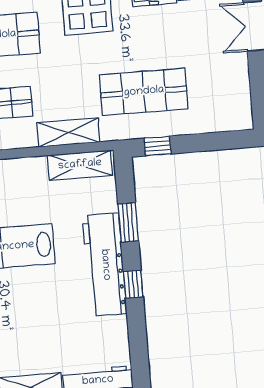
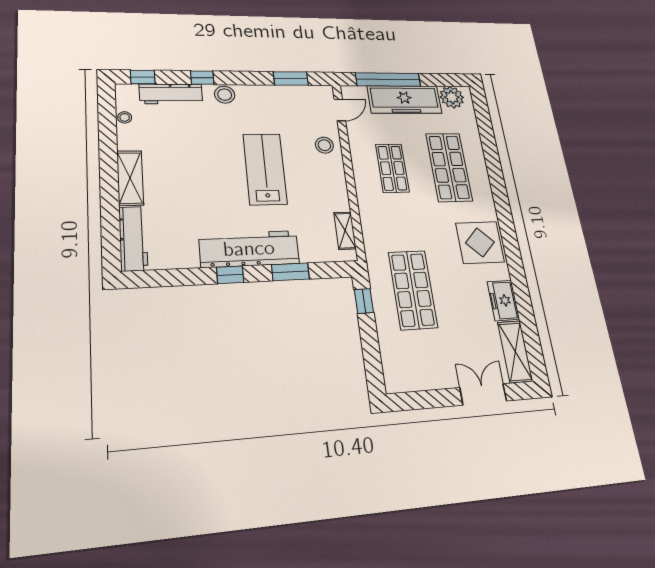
shelving: (68, 132) -> (371, 222), removed
shelving: (80, 165) -> (345, 231), width x0.67, depth x0.75

